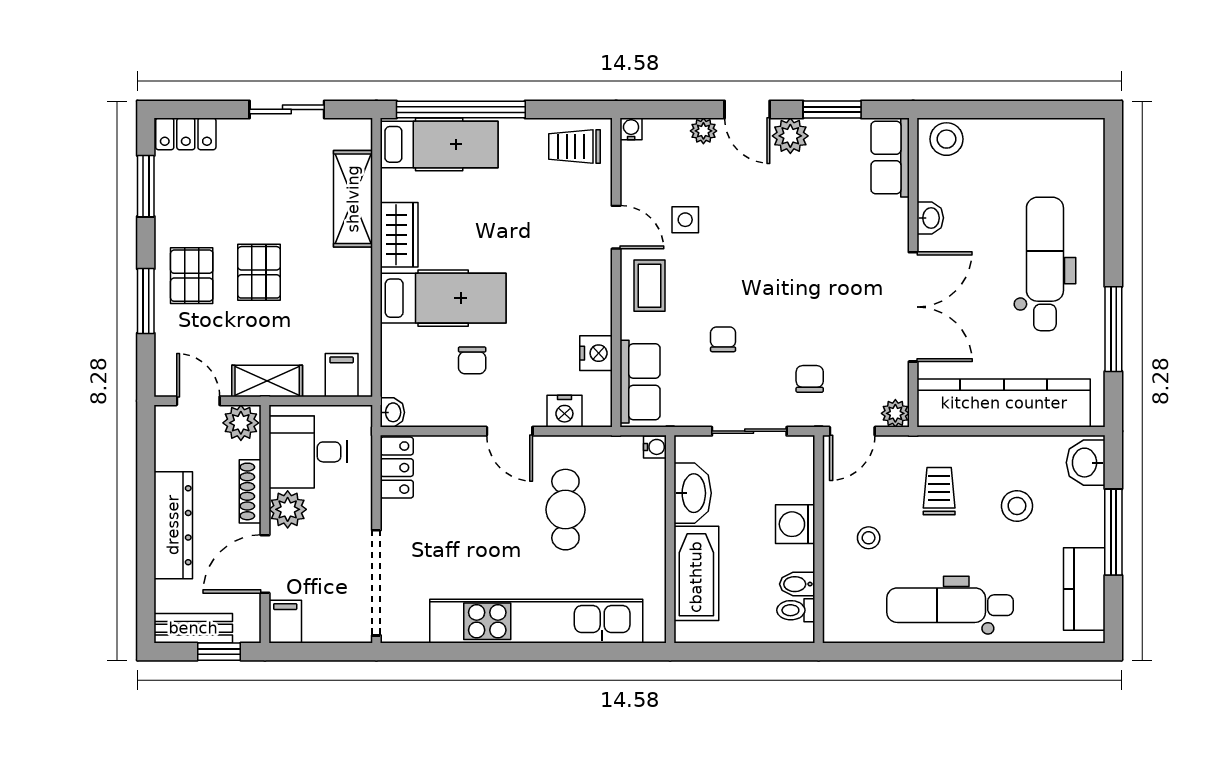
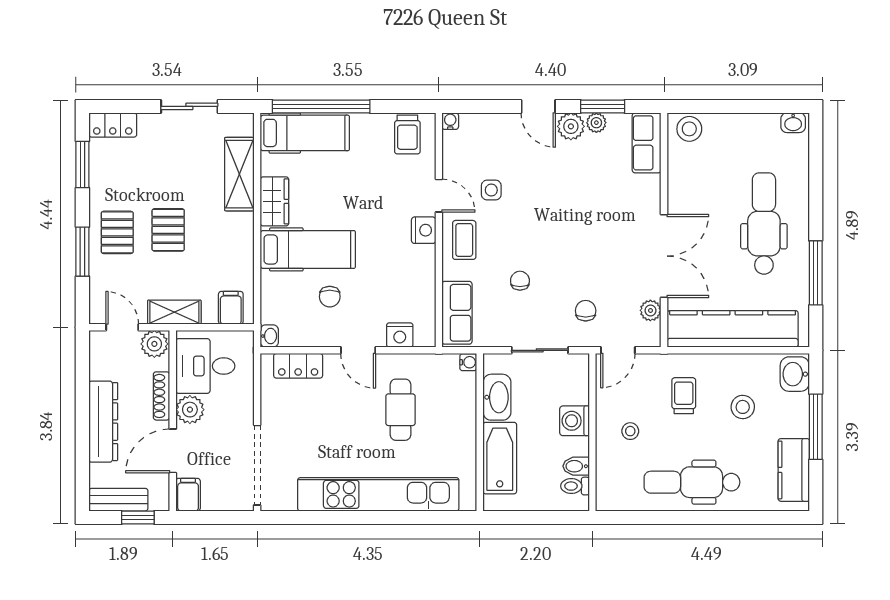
plant: (703, 131) -> (596, 123), moved
trolley: (575, 147) -> (407, 135), turned -90
washbasin: (930, 218) -> (793, 123), moved, turned 90
nightstand: (596, 353) -> (424, 230), moved
plant: (895, 413) -> (650, 310), moved
locker: (397, 468) -> (298, 366), moved, turned 90

